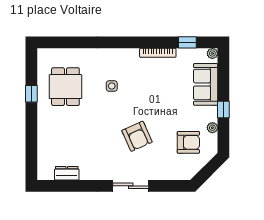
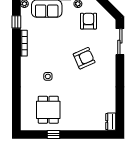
dining table: (65, 87) -> (48, 110), turned 90
dresser: (67, 173) -> (111, 122), moved
sliding door: (131, 186) -> (120, 42), moved

